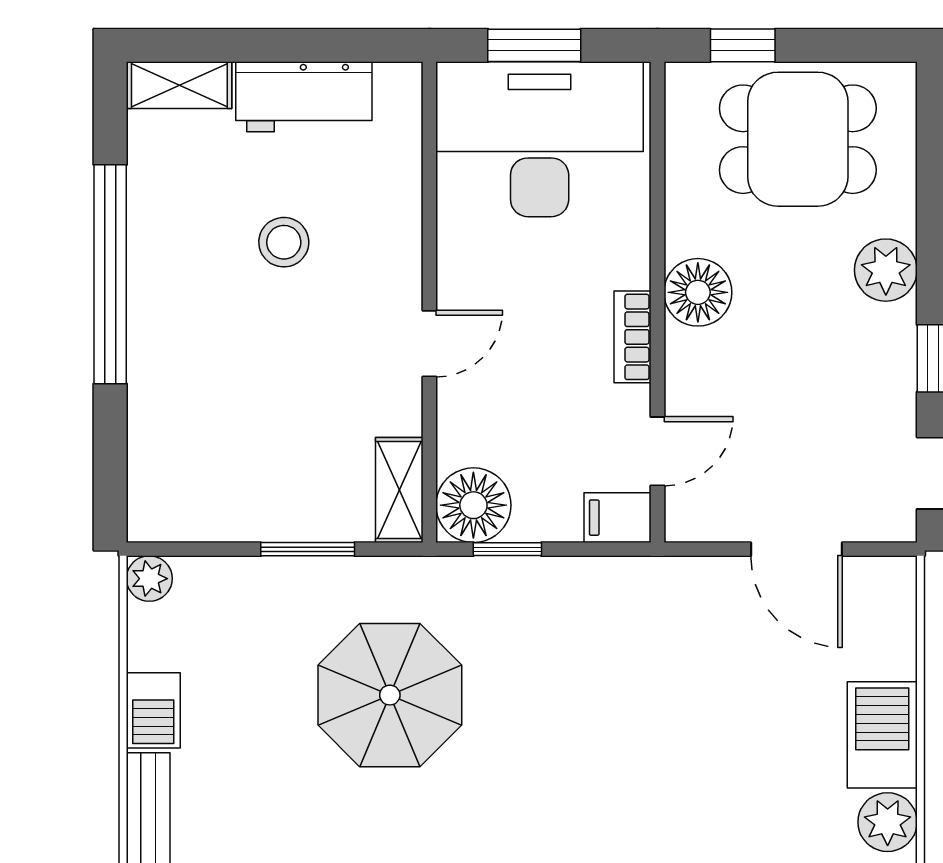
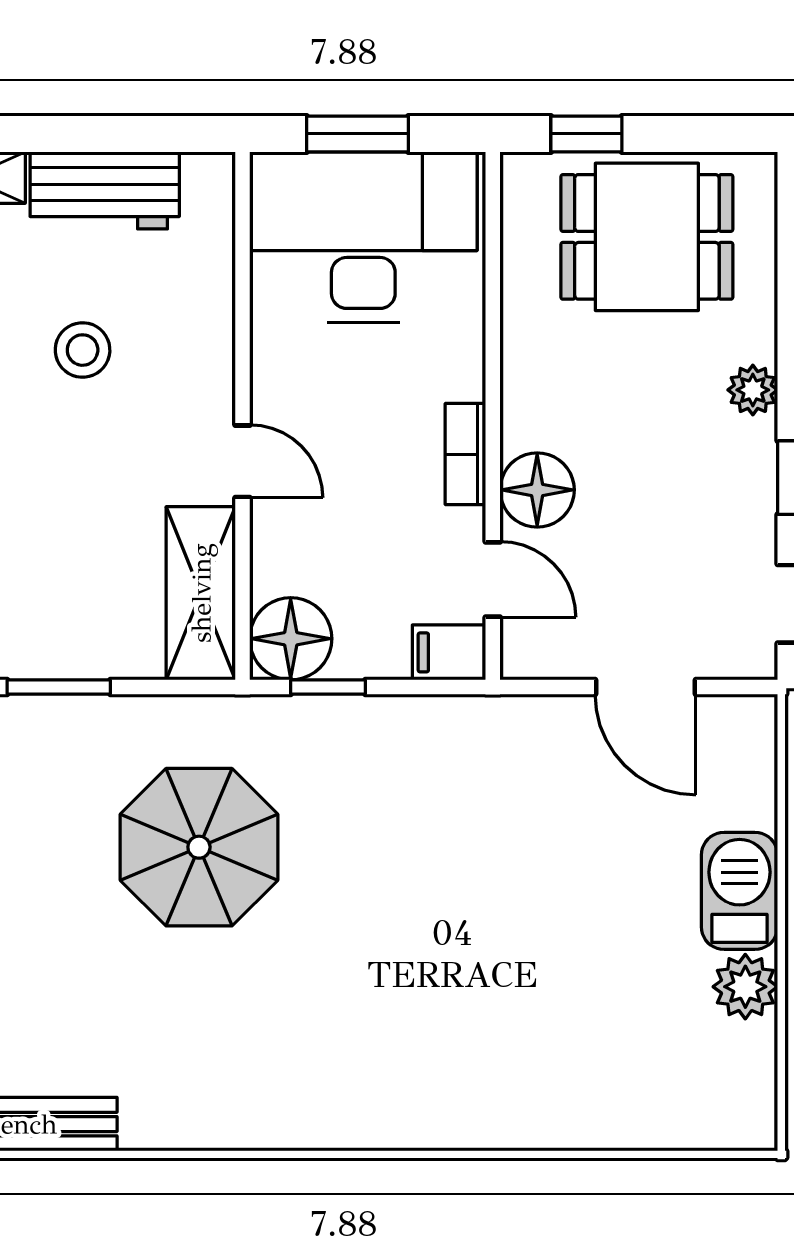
plant: (886, 270) -> (753, 390), width x0.73, depth x0.73
floor lamp: (698, 292) -> (537, 490), moved
door: (429, 344) -> (242, 461), hinge flipped
door: (657, 451) -> (493, 579), hinge flipped
shelving: (399, 490) -> (201, 593), width x1.50, depth x1.33
window: (308, 549) -> (59, 687), moved

